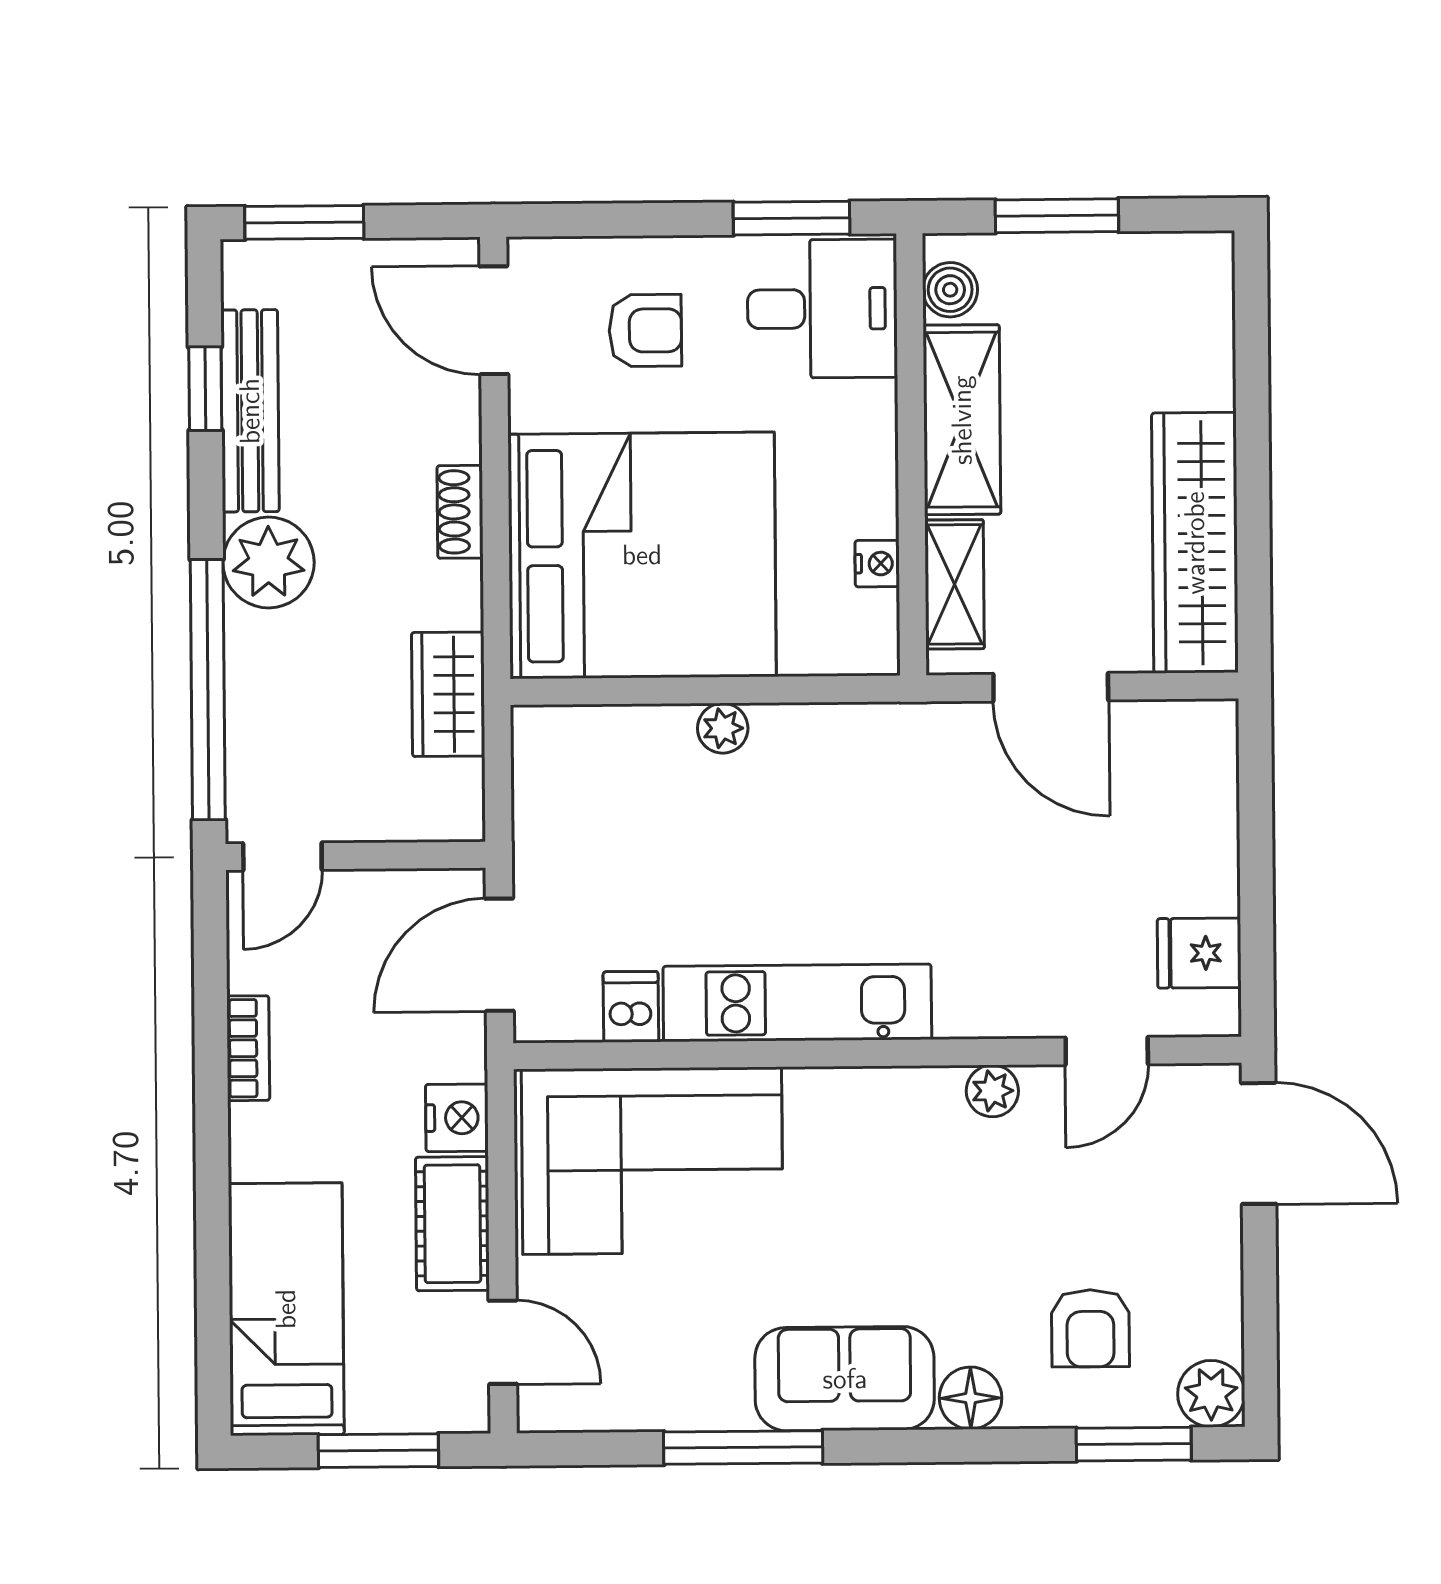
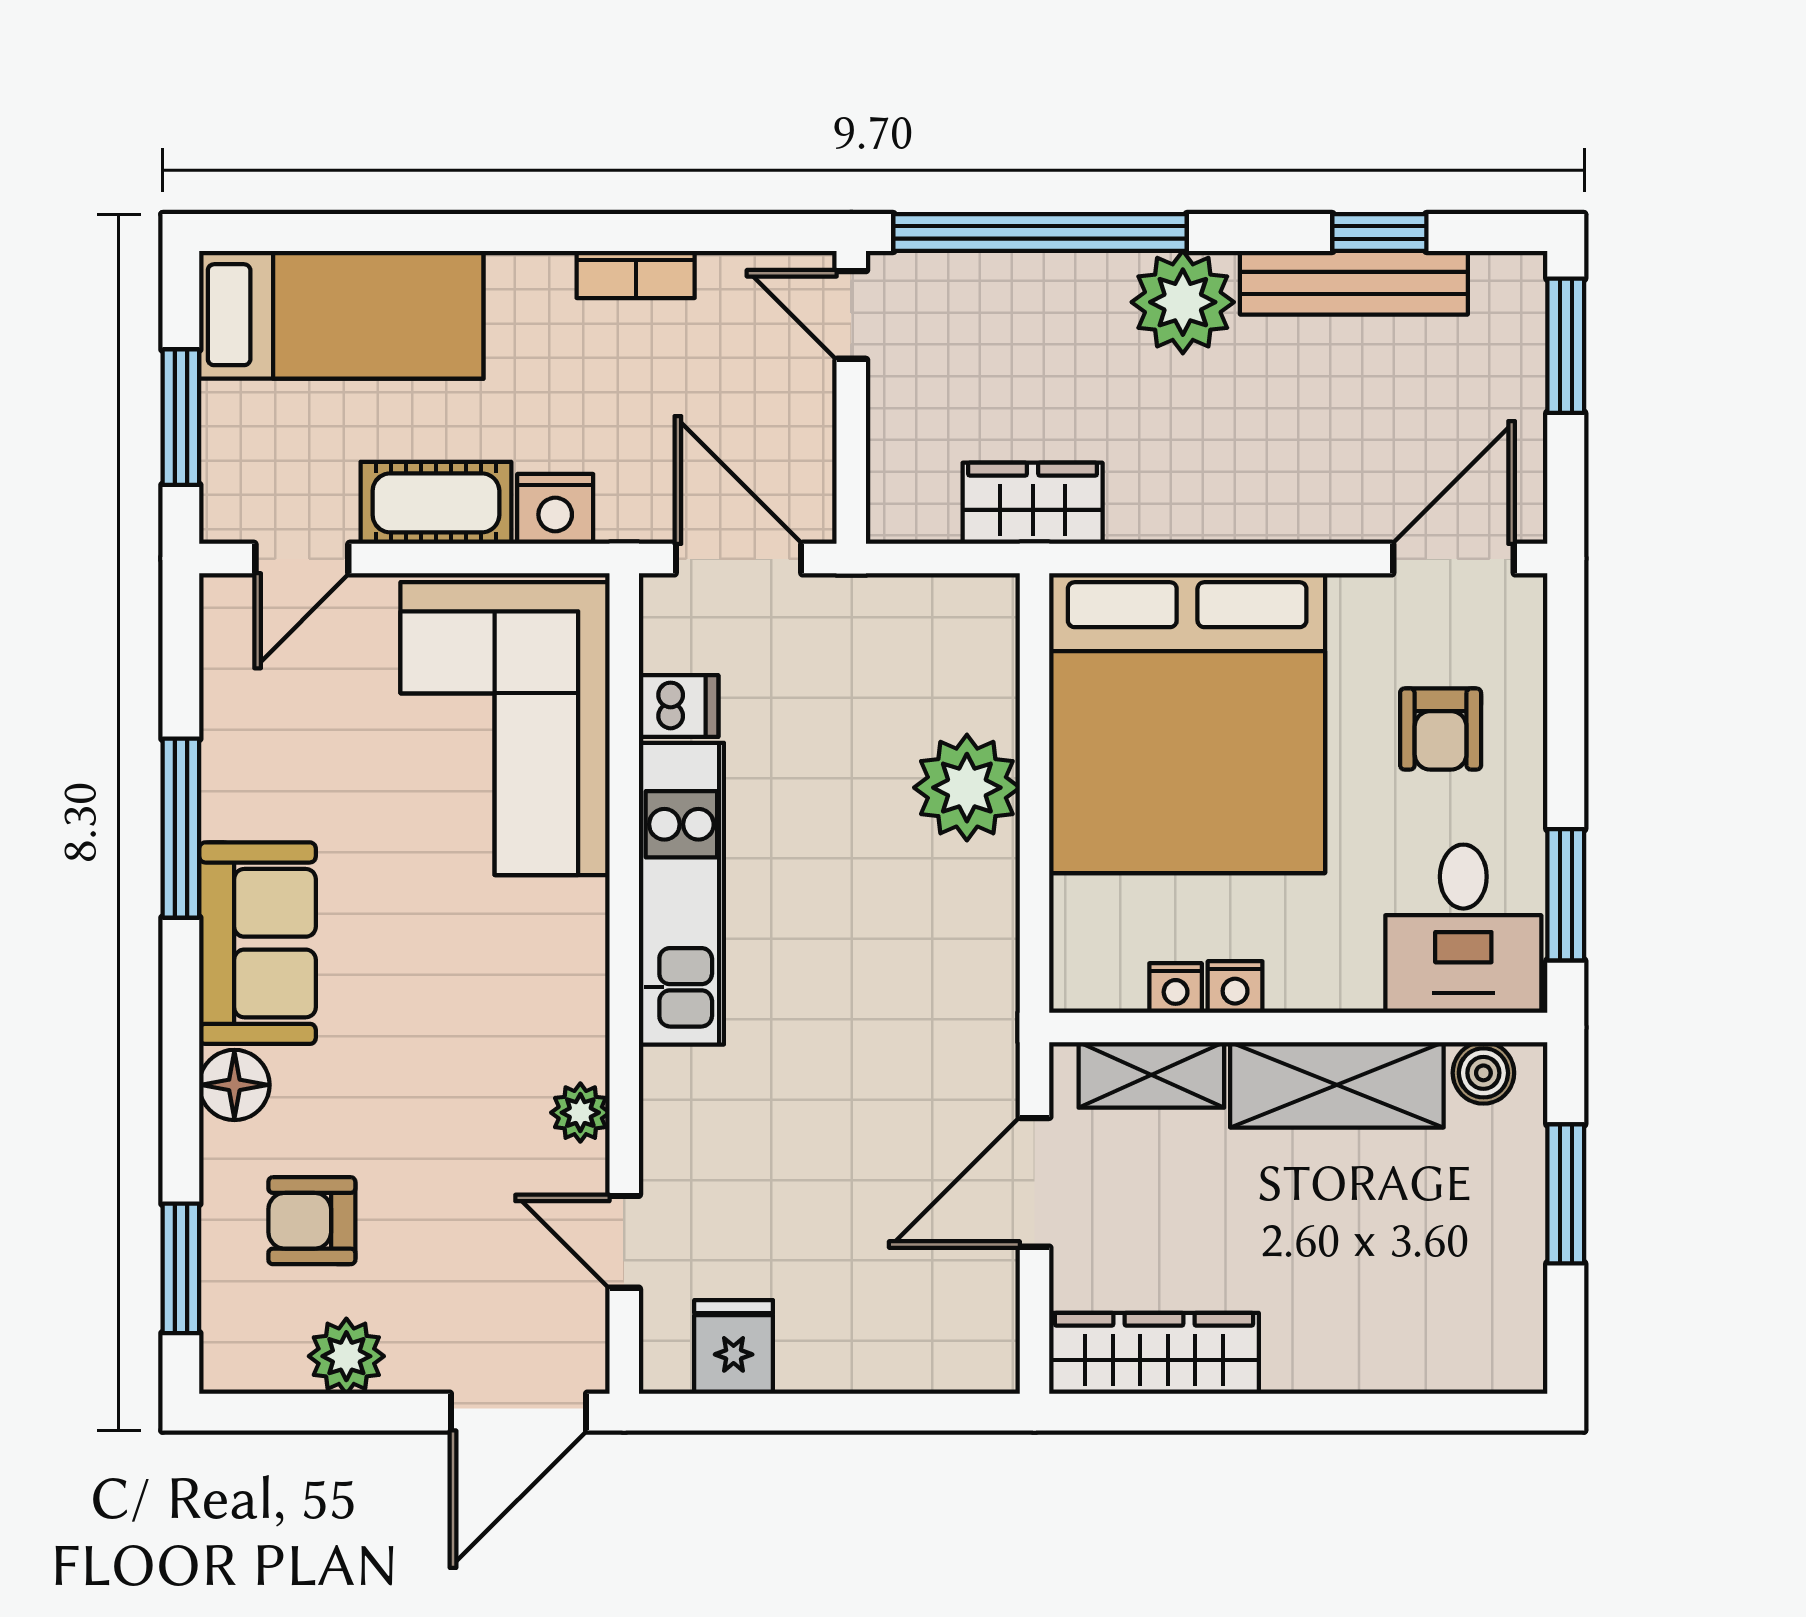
nightstand: (876, 511) -> (1235, 987), added
shoe rack: (460, 512) -> (1238, 518), removed
wardrobe: (1195, 543) -> (1154, 1353), width x0.71, depth x0.85
plant: (723, 728) -> (967, 788), width x1.88, depth x1.88
plant: (1211, 1394) -> (346, 1356), moved

